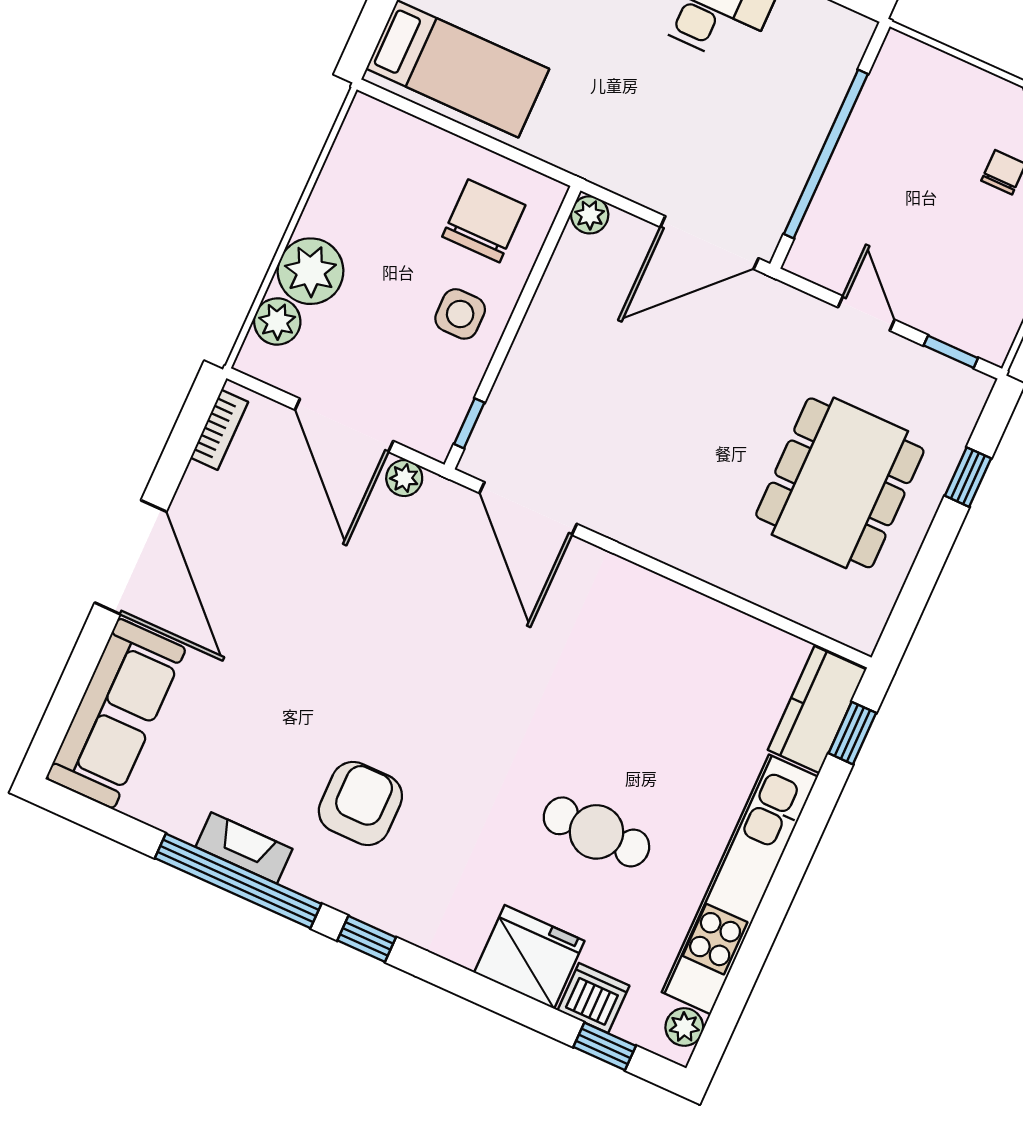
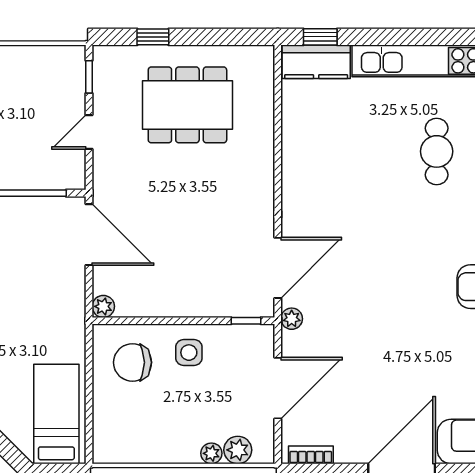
plant: (311, 271) -> (211, 453), width x0.53, depth x0.53
plant: (404, 478) -> (292, 319), moved

